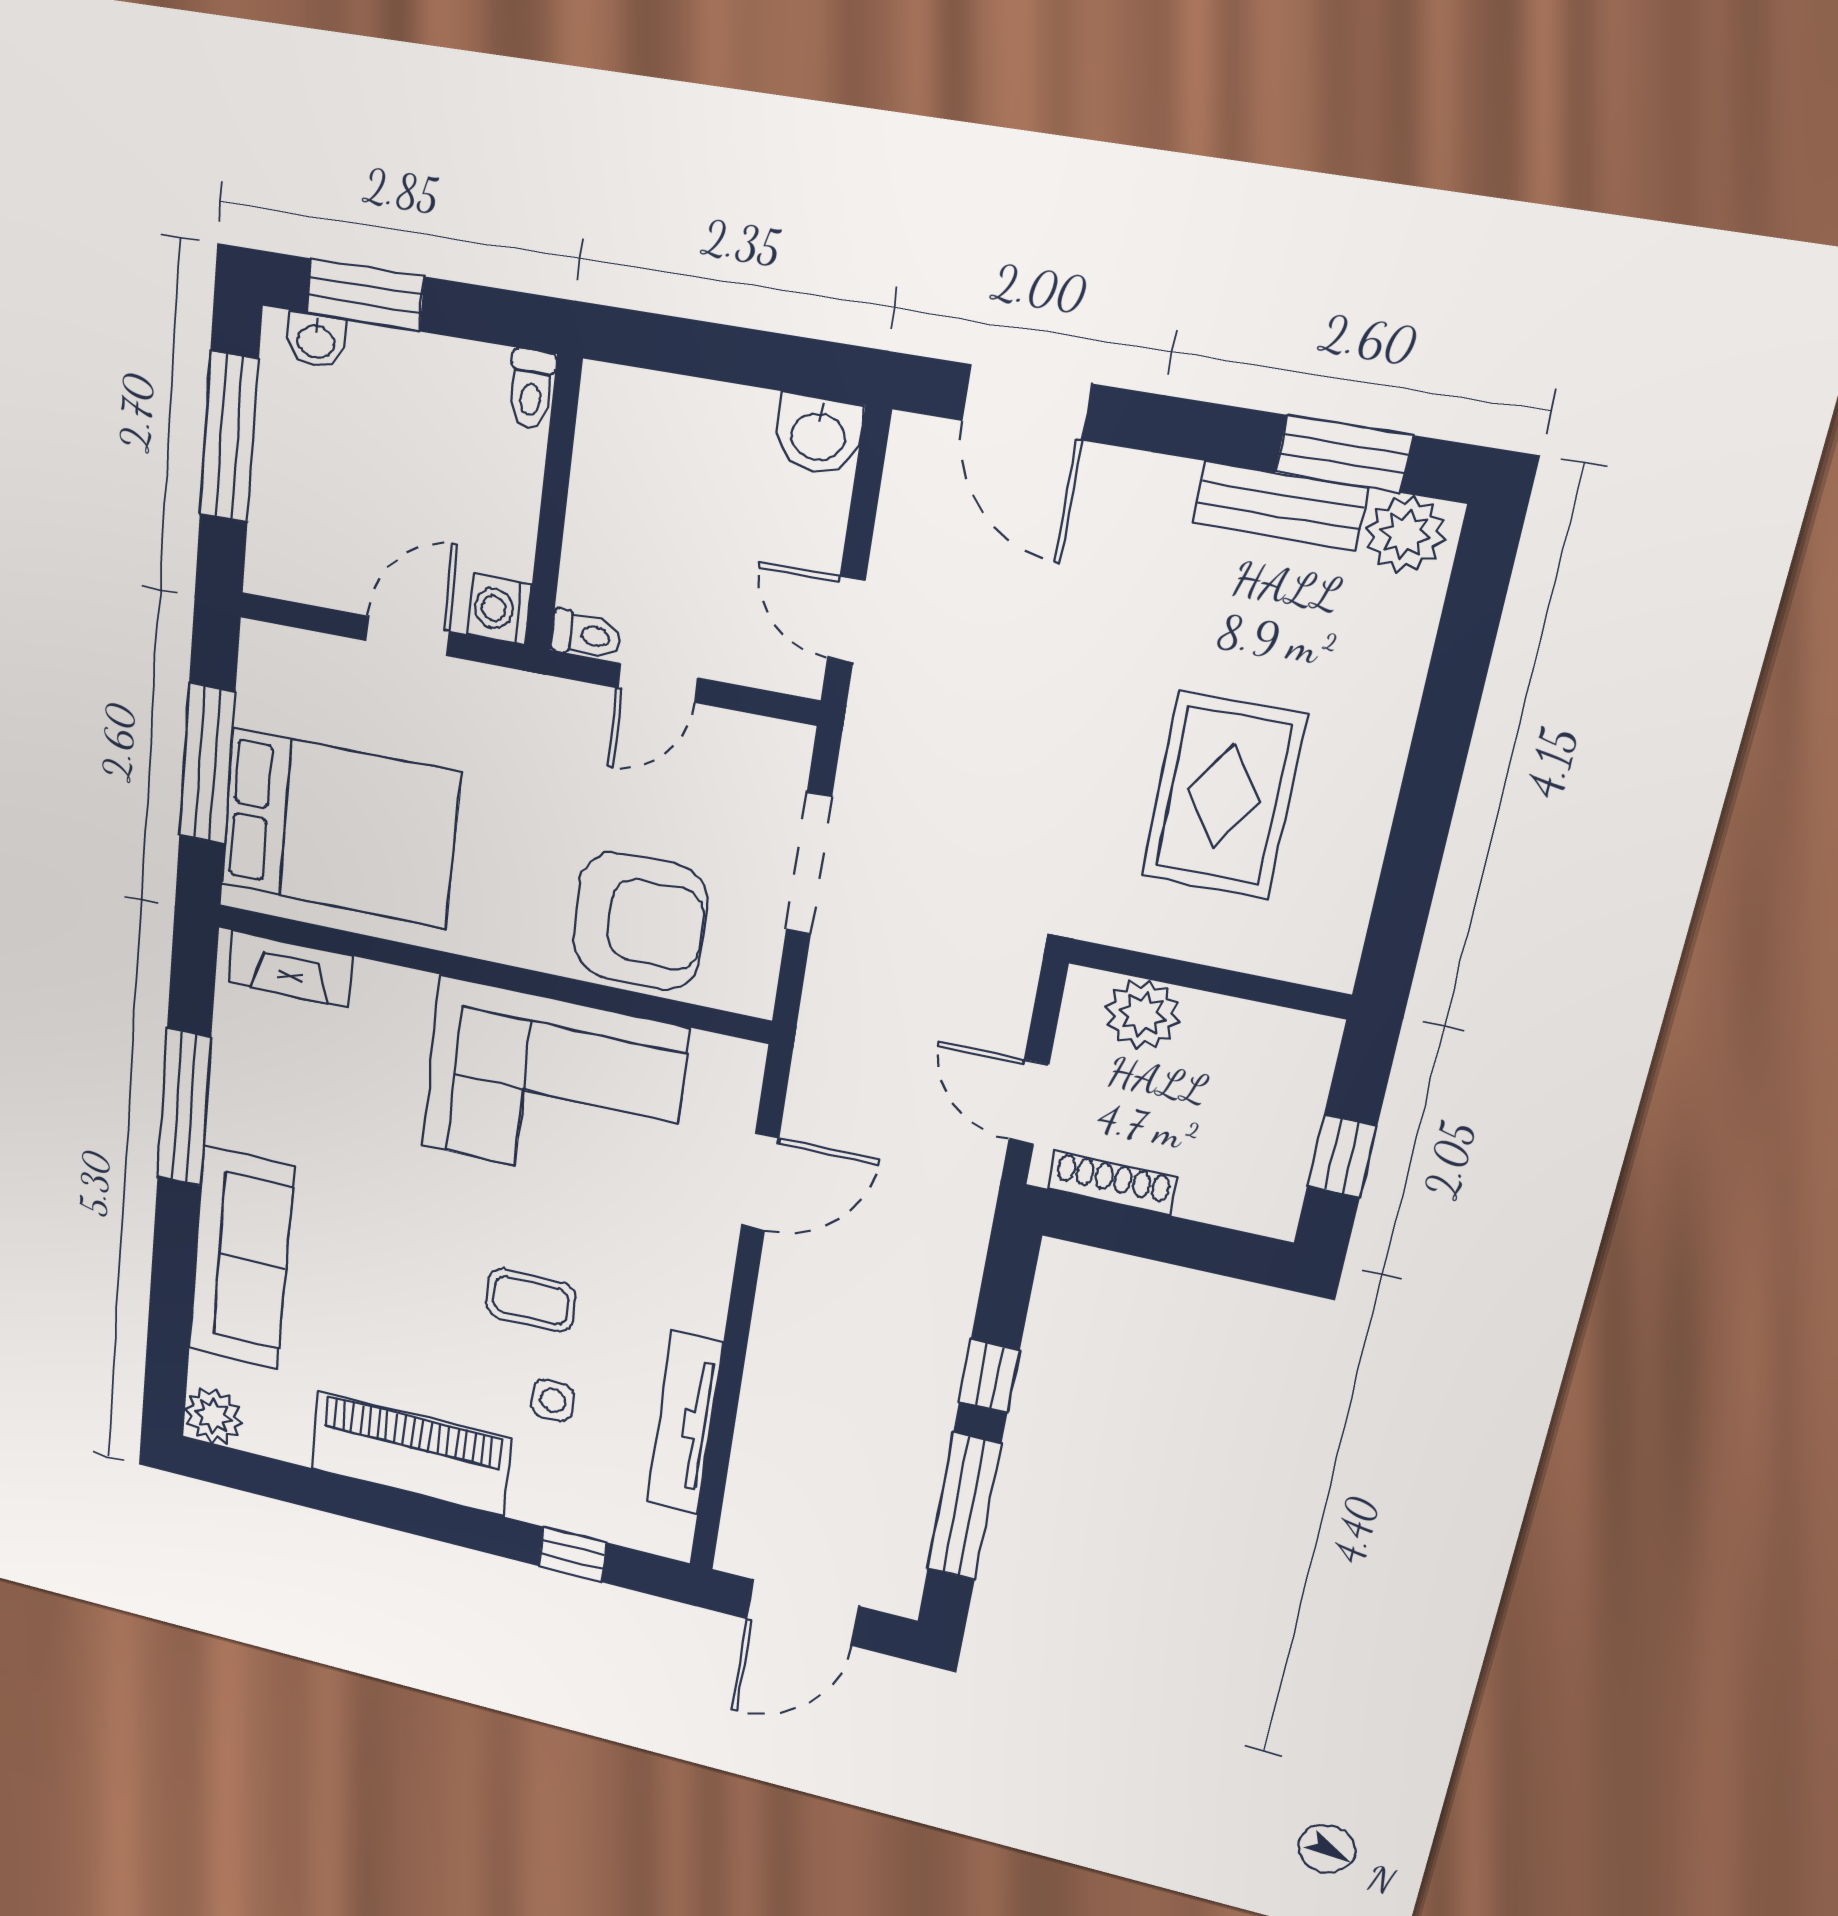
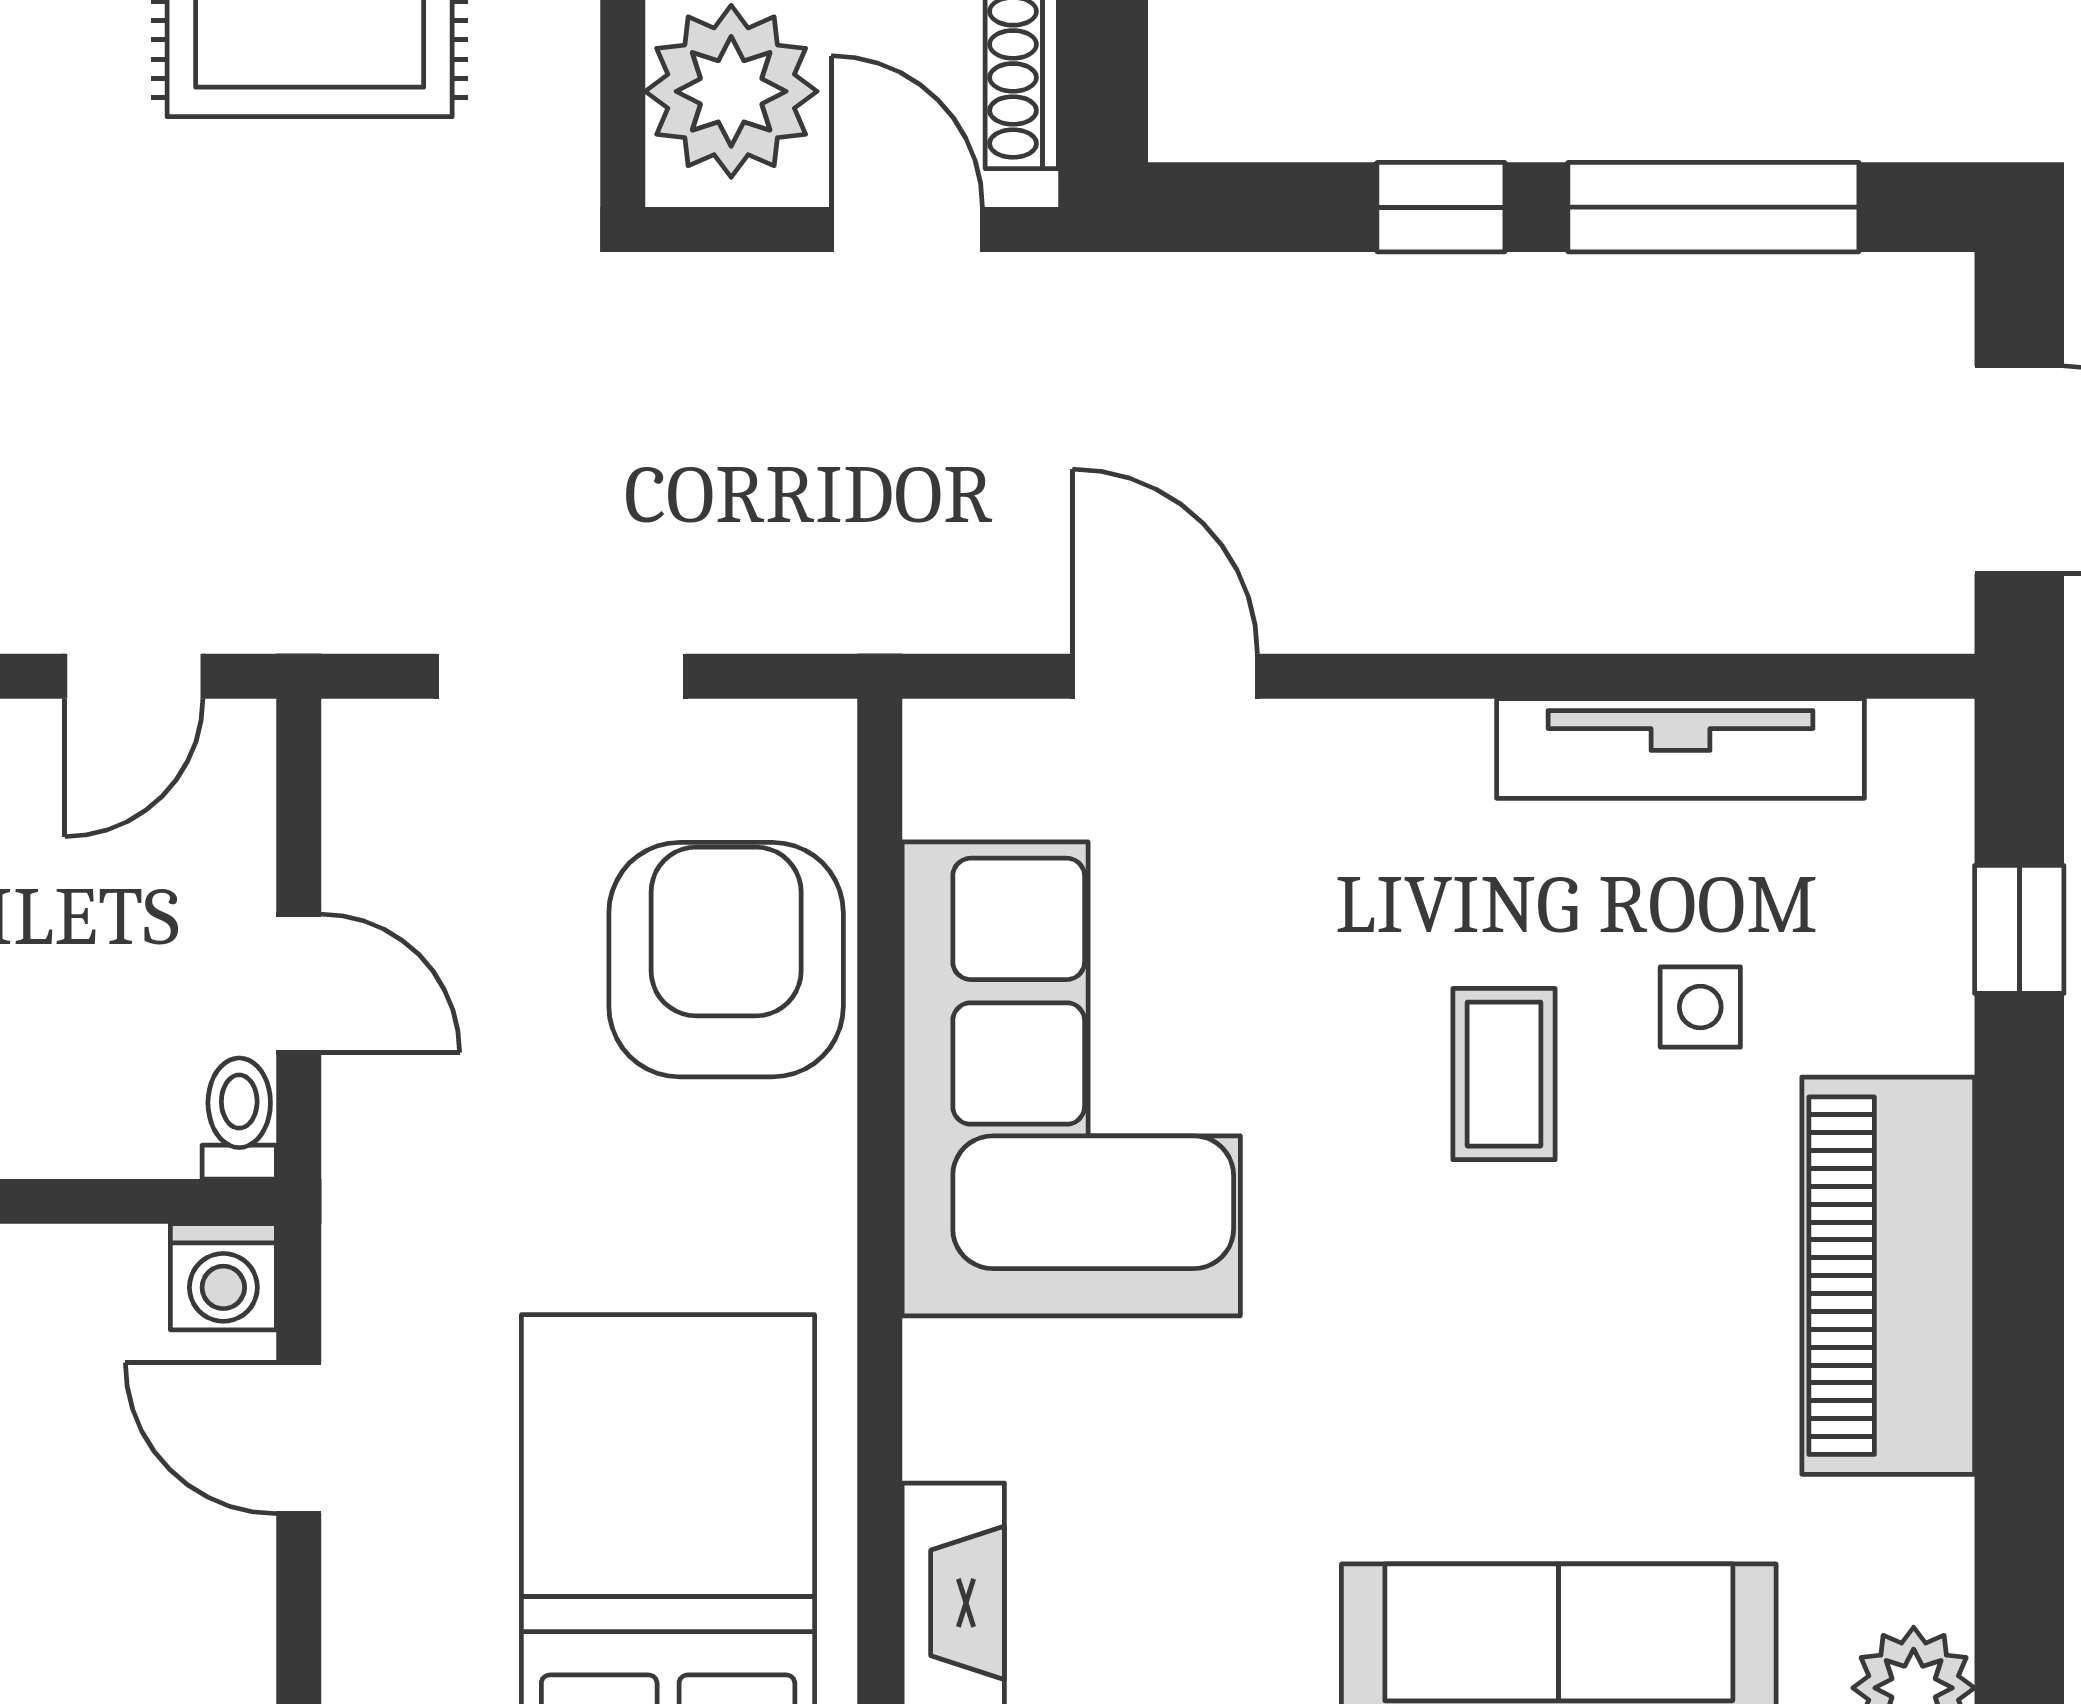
plant: (1143, 1015) -> (731, 91), width x1.36, depth x1.36
door: (1029, 1102) -> (907, 229), swing flipped

